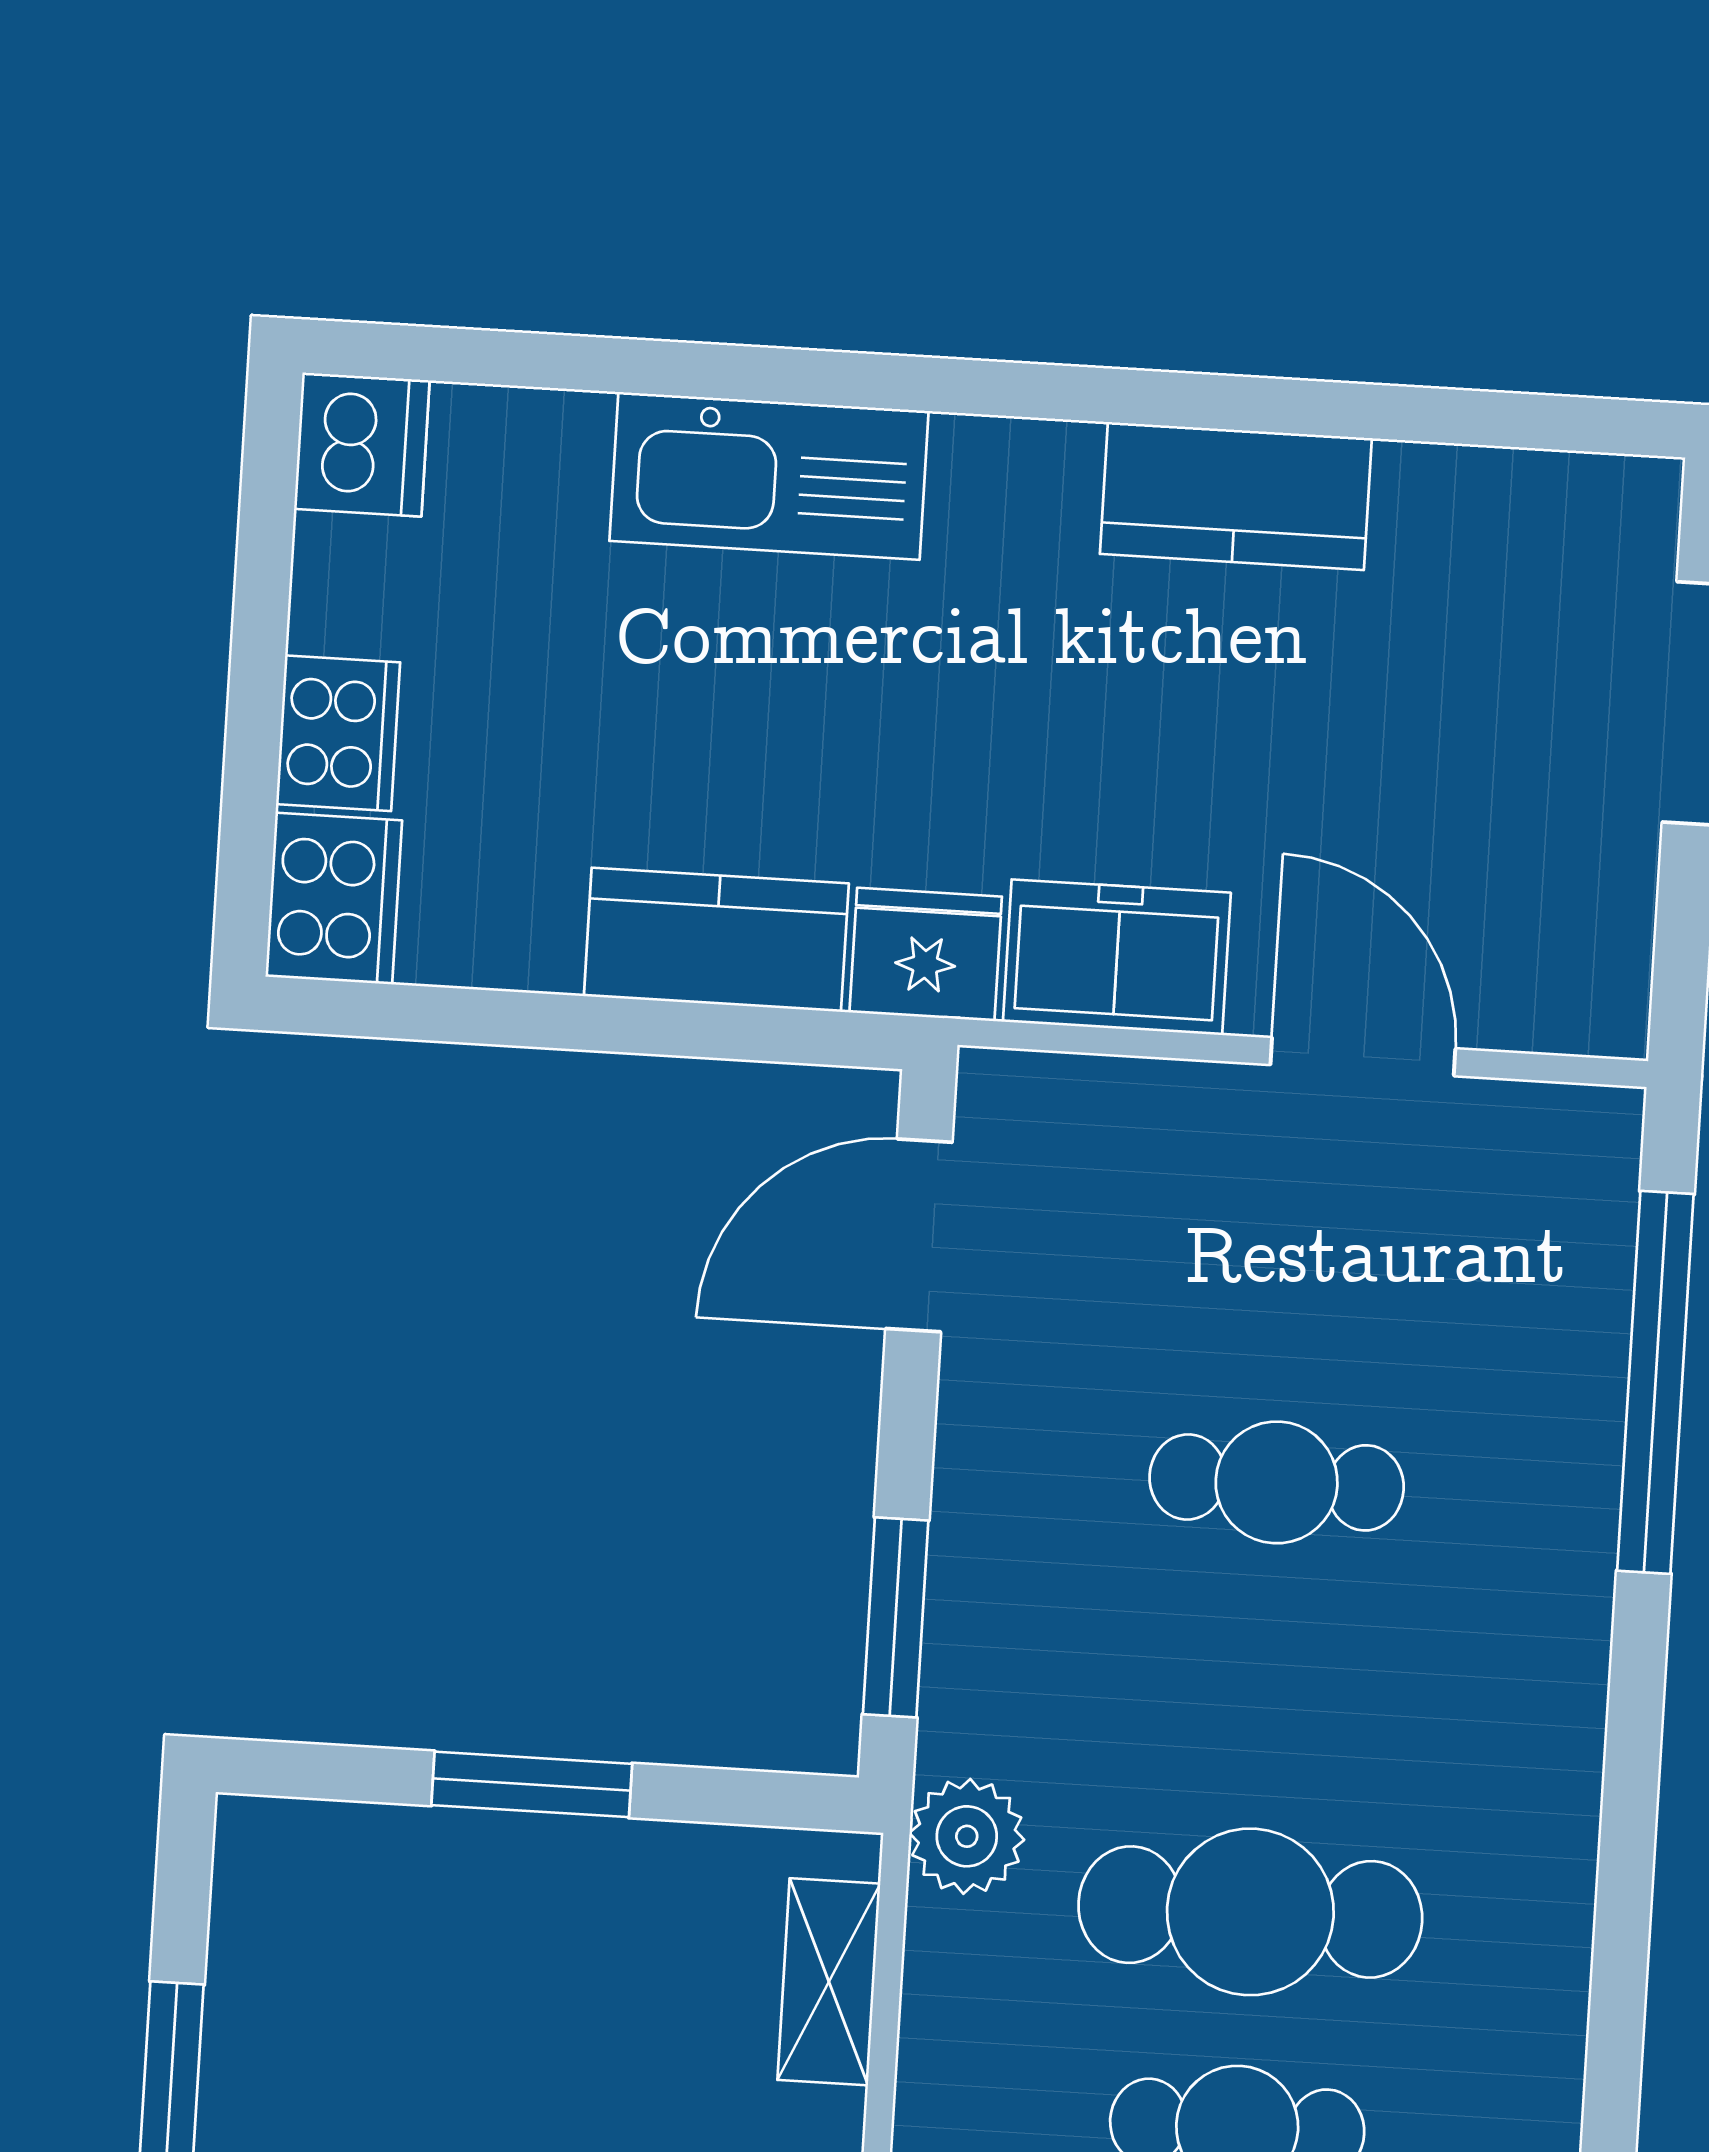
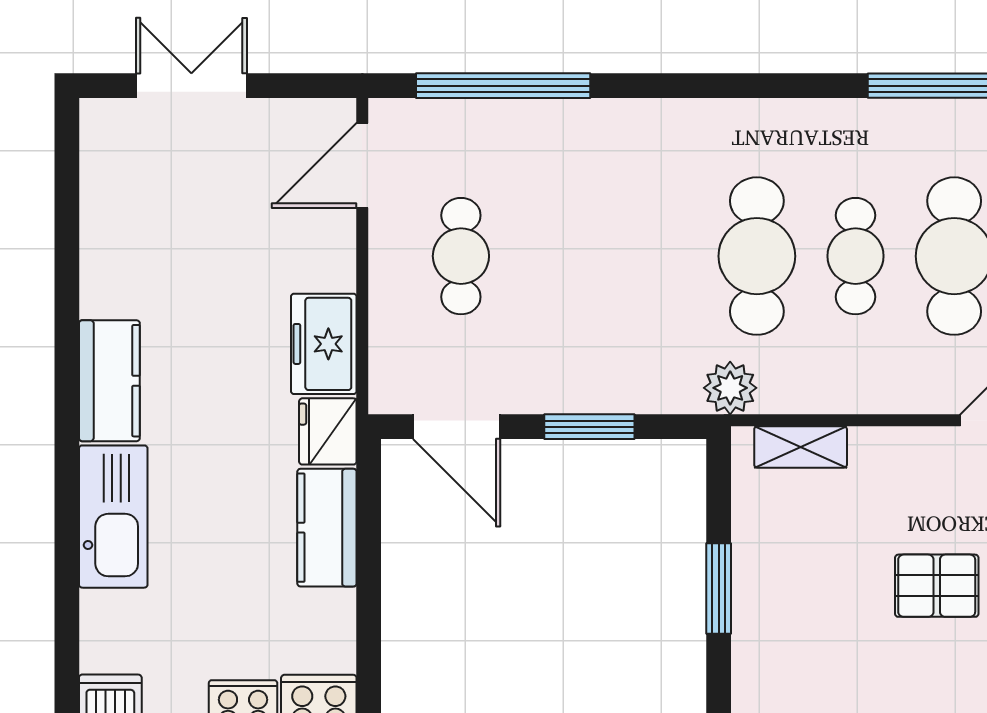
kitchen counter: (1236, 496) -> (109, 381), moved
door: (1363, 1057) -> (362, 165), moved
cafe table: (1277, 1482) -> (461, 256), moved
window: (896, 1617) -> (589, 427), moved

